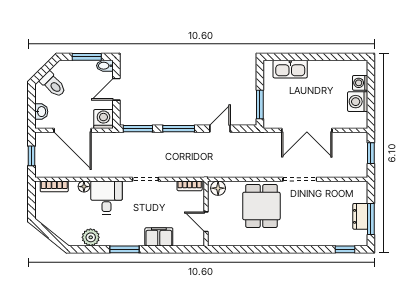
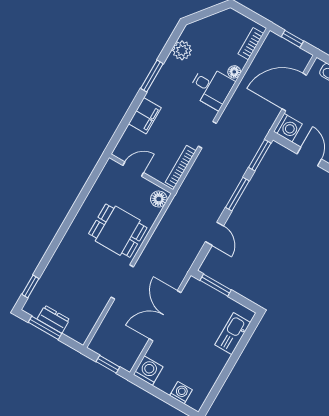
washing machine: (358, 102) -> (148, 371), moved
bookcase: (190, 186) -> (181, 166), width x1.56

